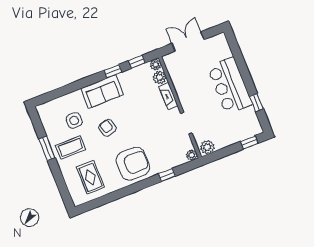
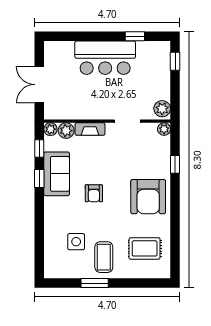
sofa: (102, 91) -> (57, 174), moved
armchair: (107, 128) -> (94, 193), moved, turned -75
armchair: (133, 164) -> (148, 197), turned 180

